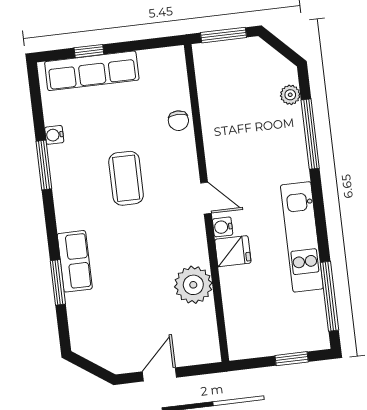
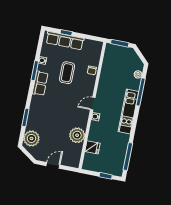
coffee table: (126, 178) -> (67, 73), moved
door: (206, 198) -> (93, 104), swing flipped
kitchen unit: (302, 237) -> (128, 112), moved
fridge: (233, 251) -> (92, 147), moved
row of seats: (75, 261) -> (40, 83), moved
plant: (88, 328) -> (31, 138), added

